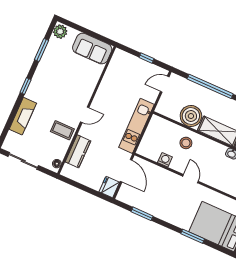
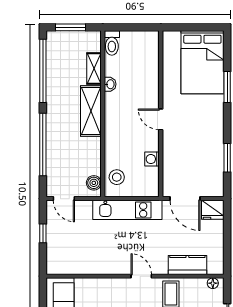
boiler: (191, 116) -> (94, 183), moved, width x0.54, depth x0.54
stool: (186, 143) -> (117, 177), moved
door: (126, 171) -> (185, 199), swing flipped
door: (191, 179) -> (161, 119), hinge flipped

